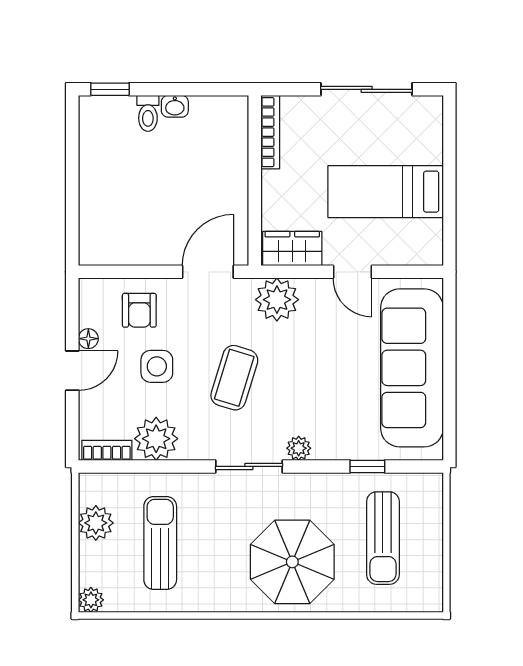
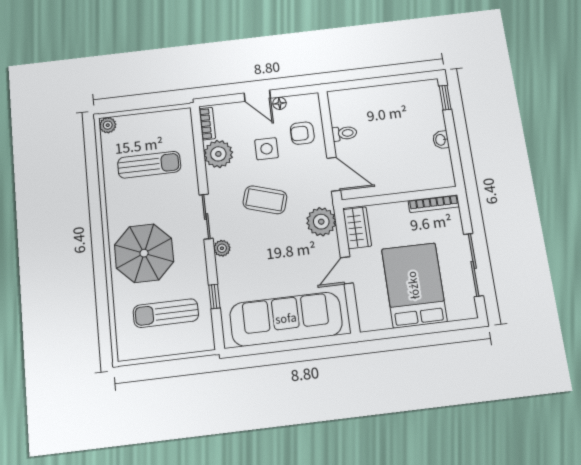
toilet: (148, 113) -> (344, 133), moved, turned 180
bed: (386, 192) -> (414, 285), width x1.50
plant: (96, 523) -> (159, 122), removed

